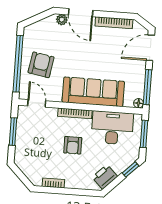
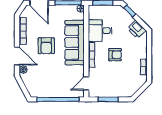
door: (81, 13) -> (17, 56), hinge flipped
armchair: (41, 65) -> (46, 46), moved, turned -100
desk: (112, 128) -> (100, 31), width x0.73

